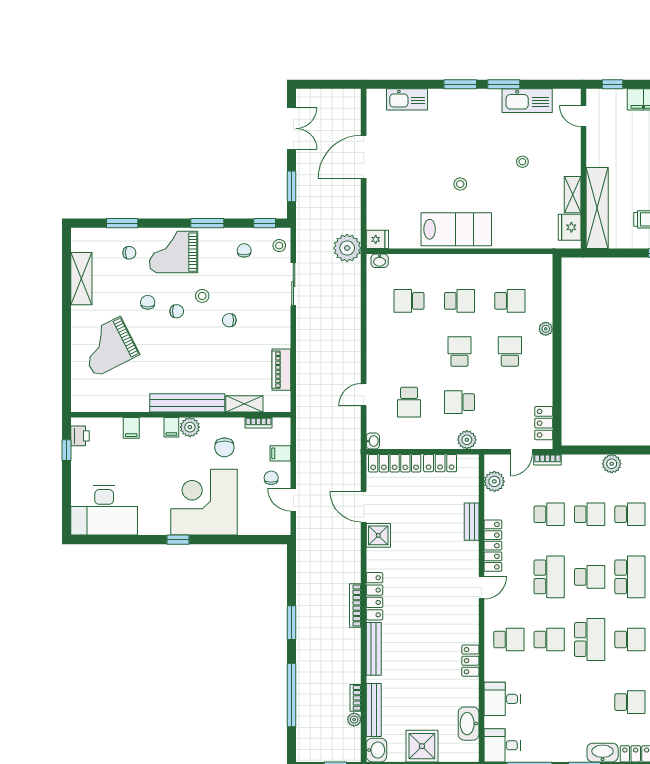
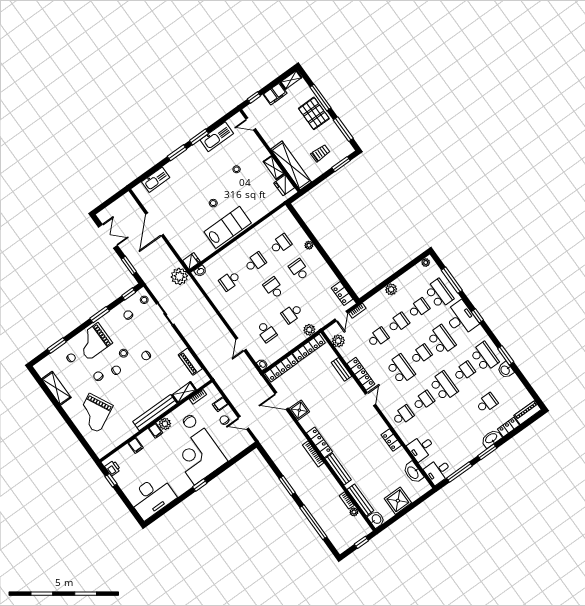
locker: (440, 463) -> (309, 348), width x1.53

